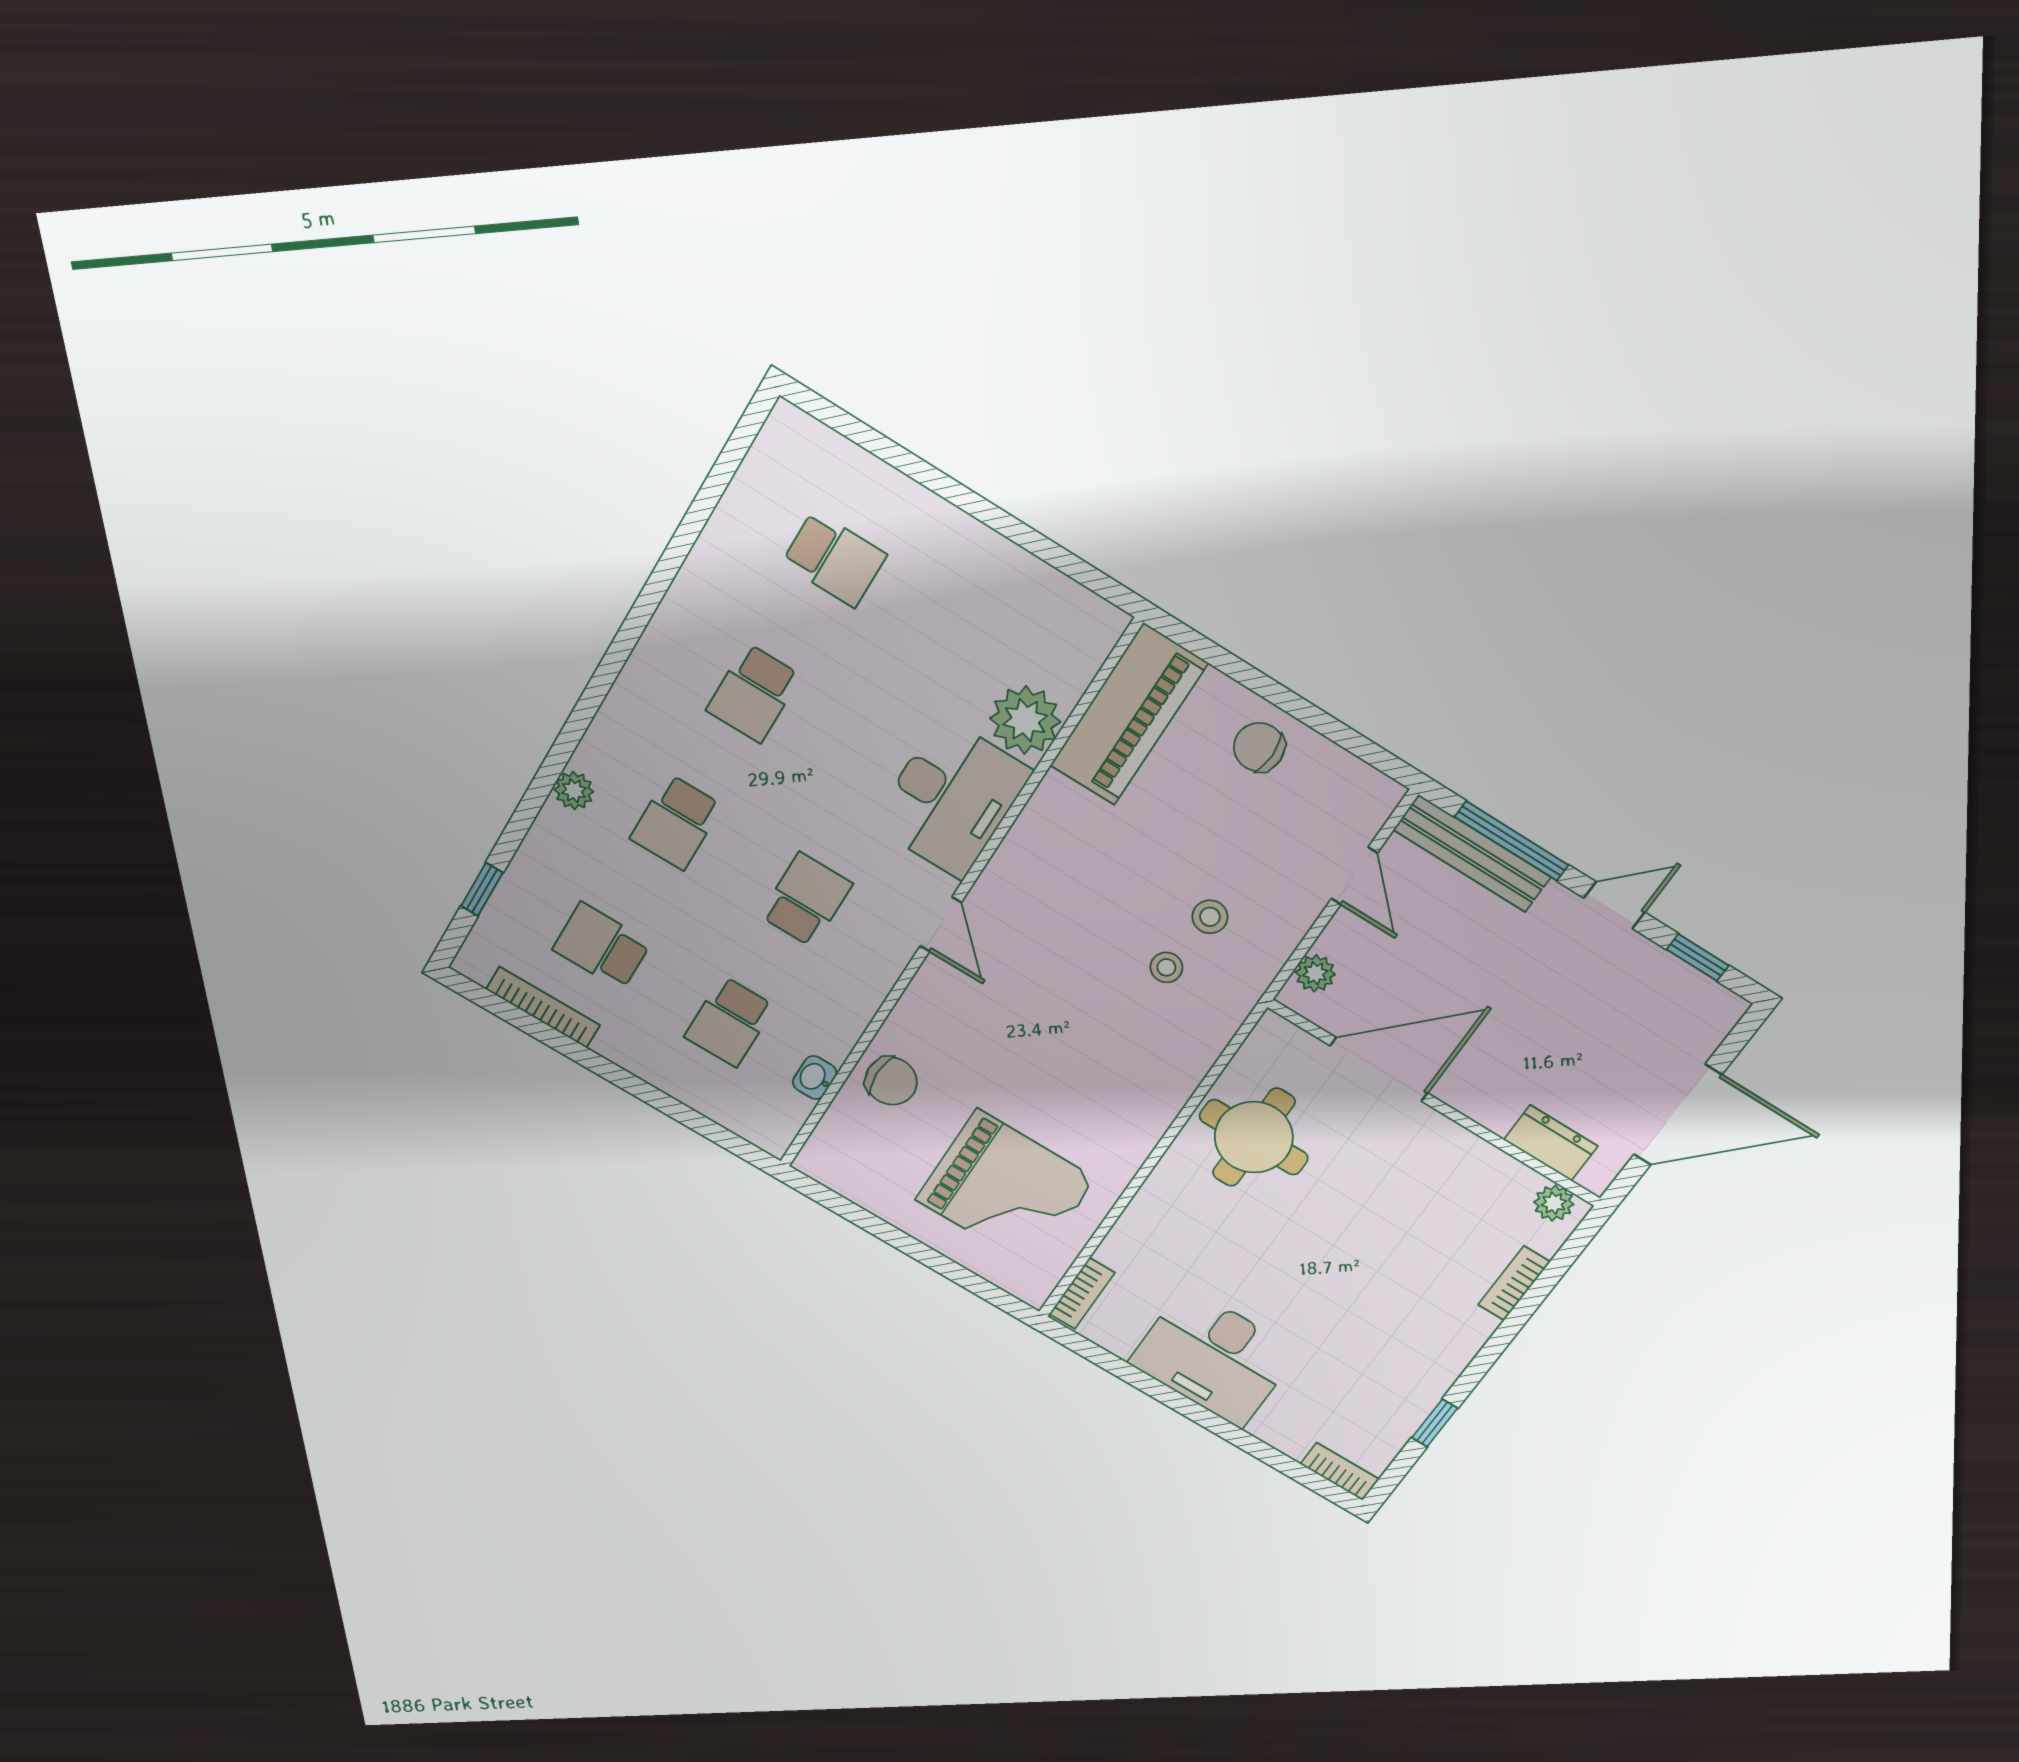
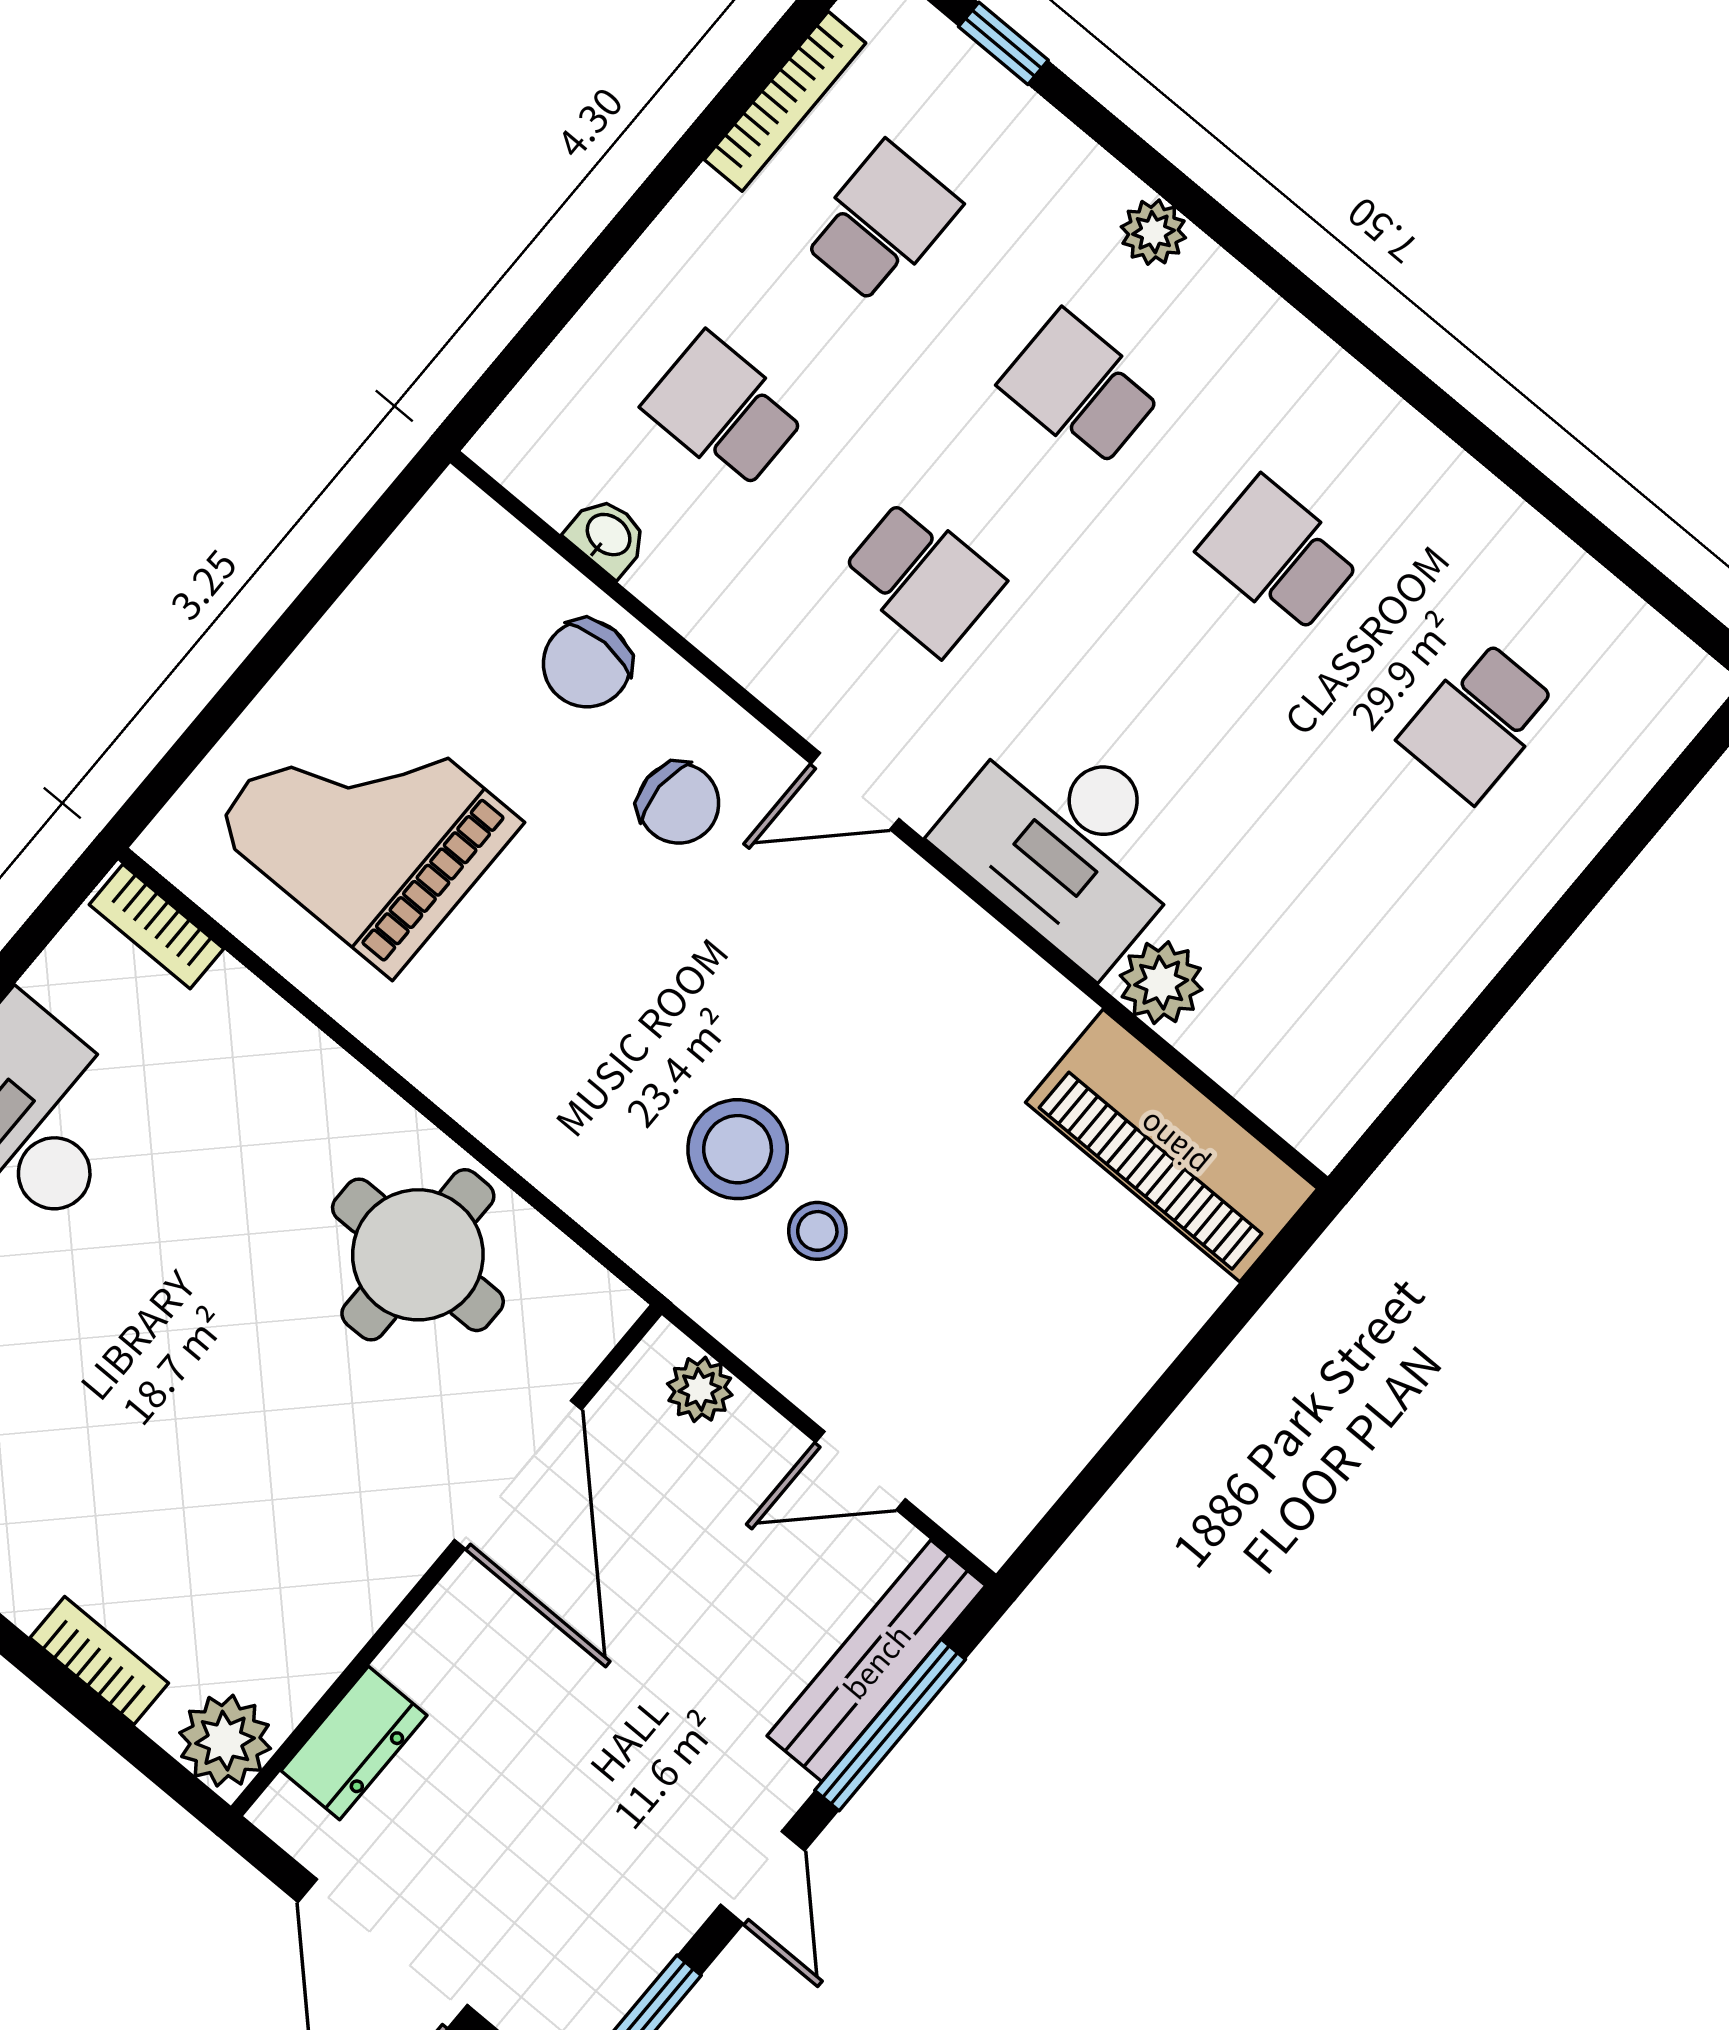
plant: (1025, 720) -> (1161, 983), width x0.73, depth x0.73
chair: (1259, 747) -> (679, 803), moved, turned 90
stool: (1166, 967) -> (738, 1149), width x1.89, depth x1.89
grand piano: (1006, 1189) -> (367, 825), turned 90
plant: (1554, 1203) -> (225, 1741), width x1.38, depth x1.38

